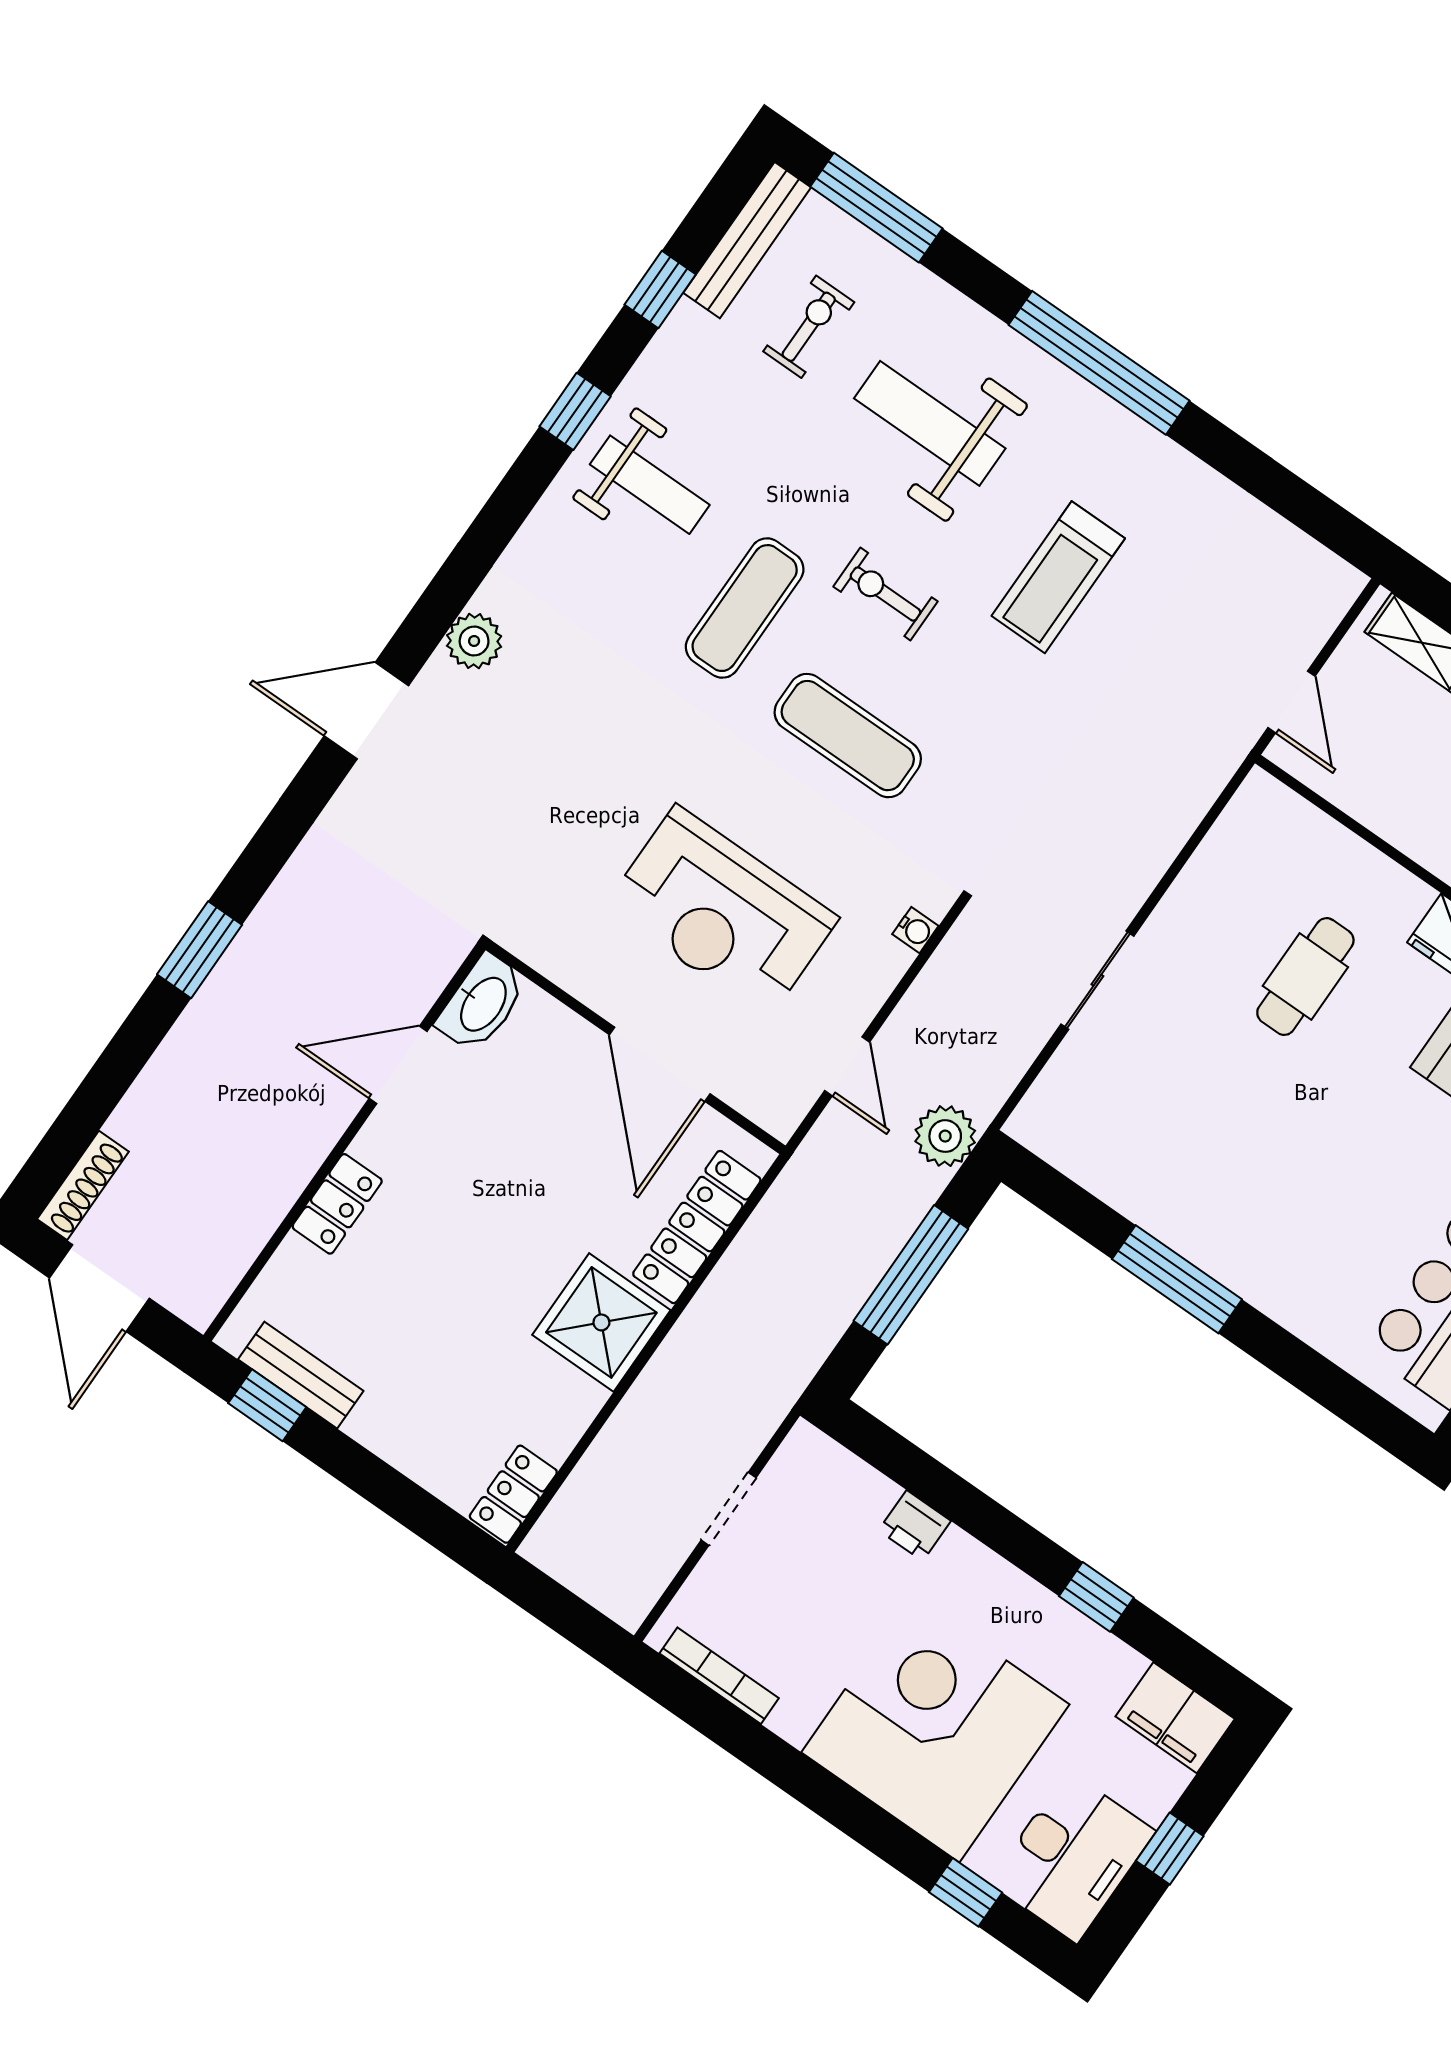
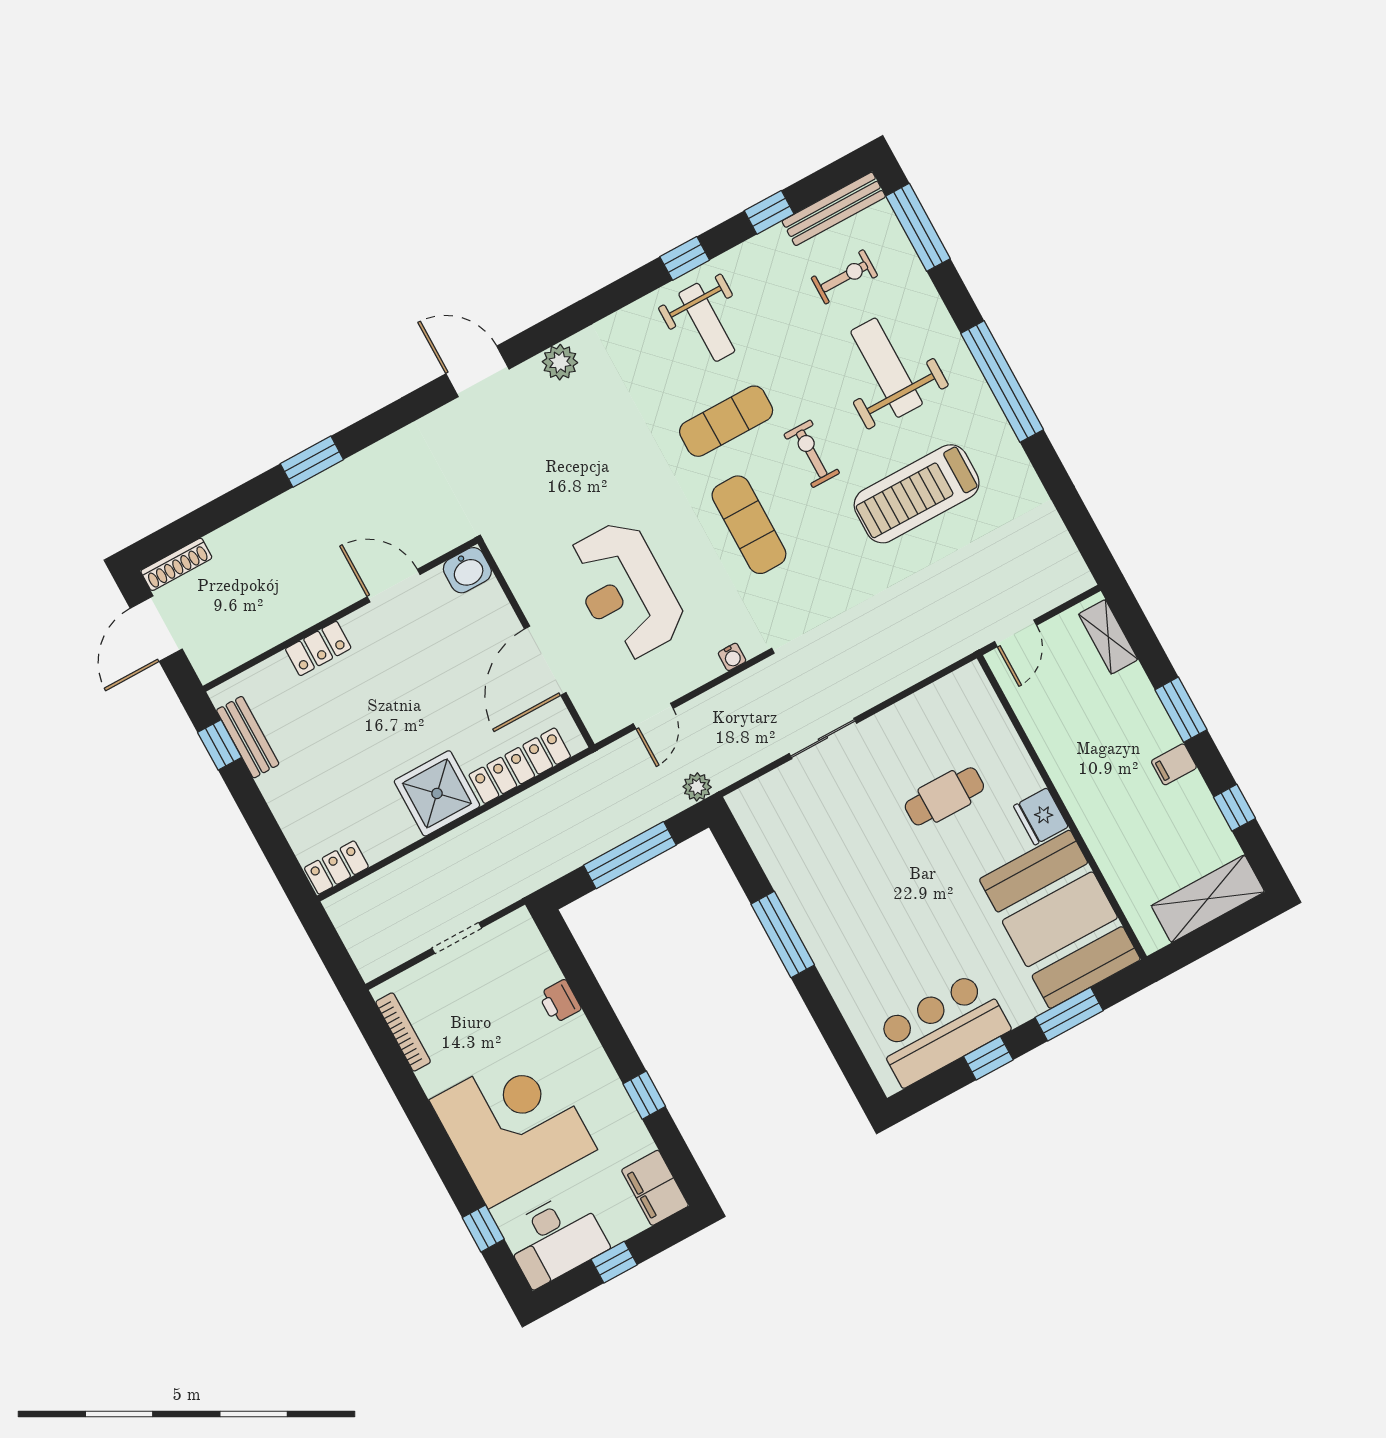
treadmill: (1058, 577) -> (917, 494), width x1.37, depth x1.38
washbasin: (482, 1003) -> (467, 570), width x0.72
plant: (945, 1136) -> (697, 787), width x0.73, depth x0.73

